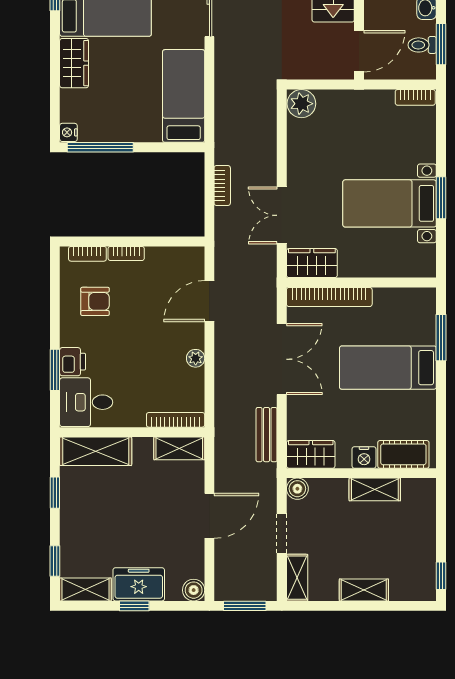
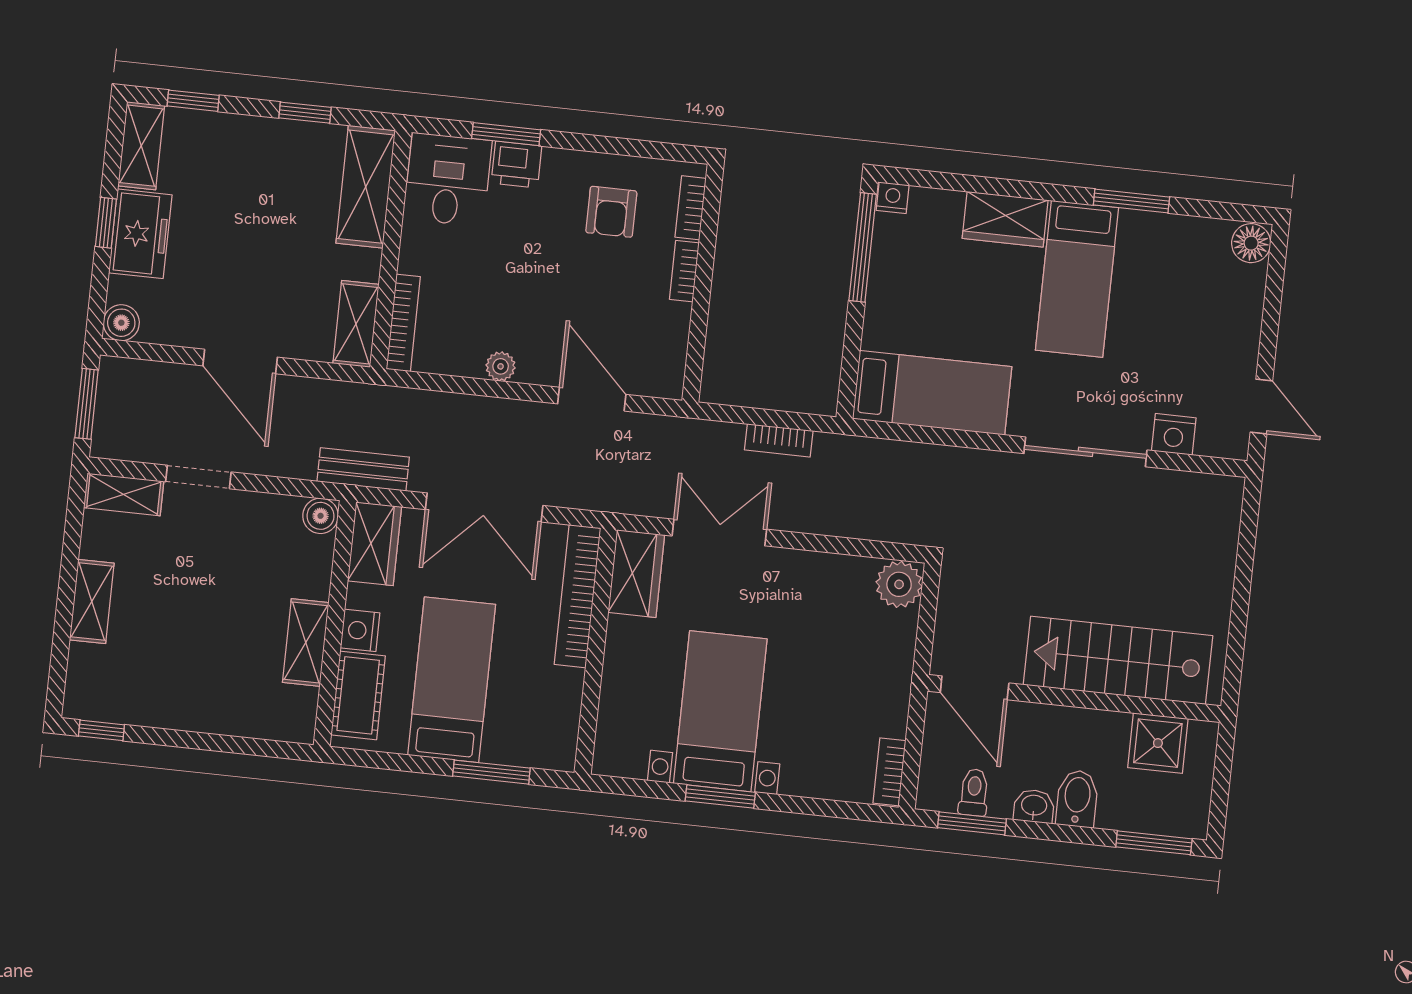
wardrobe: (311, 454) -> (375, 544), moved
cot: (403, 454) -> (358, 695), moved
nightstand: (364, 457) -> (360, 630), moved
wall: (361, 473) -> (335, 623), moved
boiler: (297, 489) -> (321, 516), moved
shelving: (375, 489) -> (306, 643), moved

